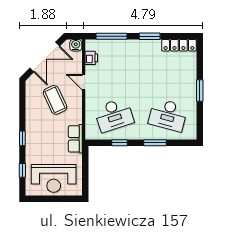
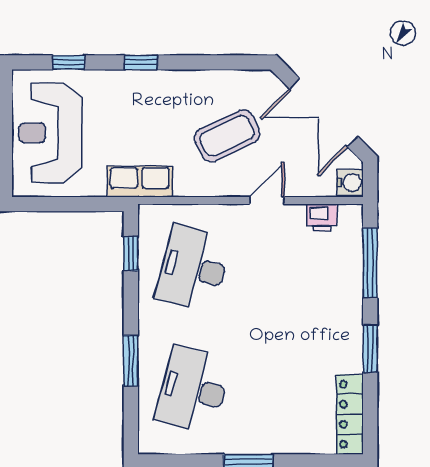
desk: (114, 115) -> (193, 268), turned 33
window: (120, 143) -> (131, 254), moved

